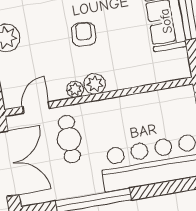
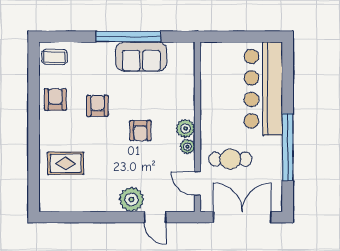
armchair: (84, 34) -> (140, 131), turned -94

